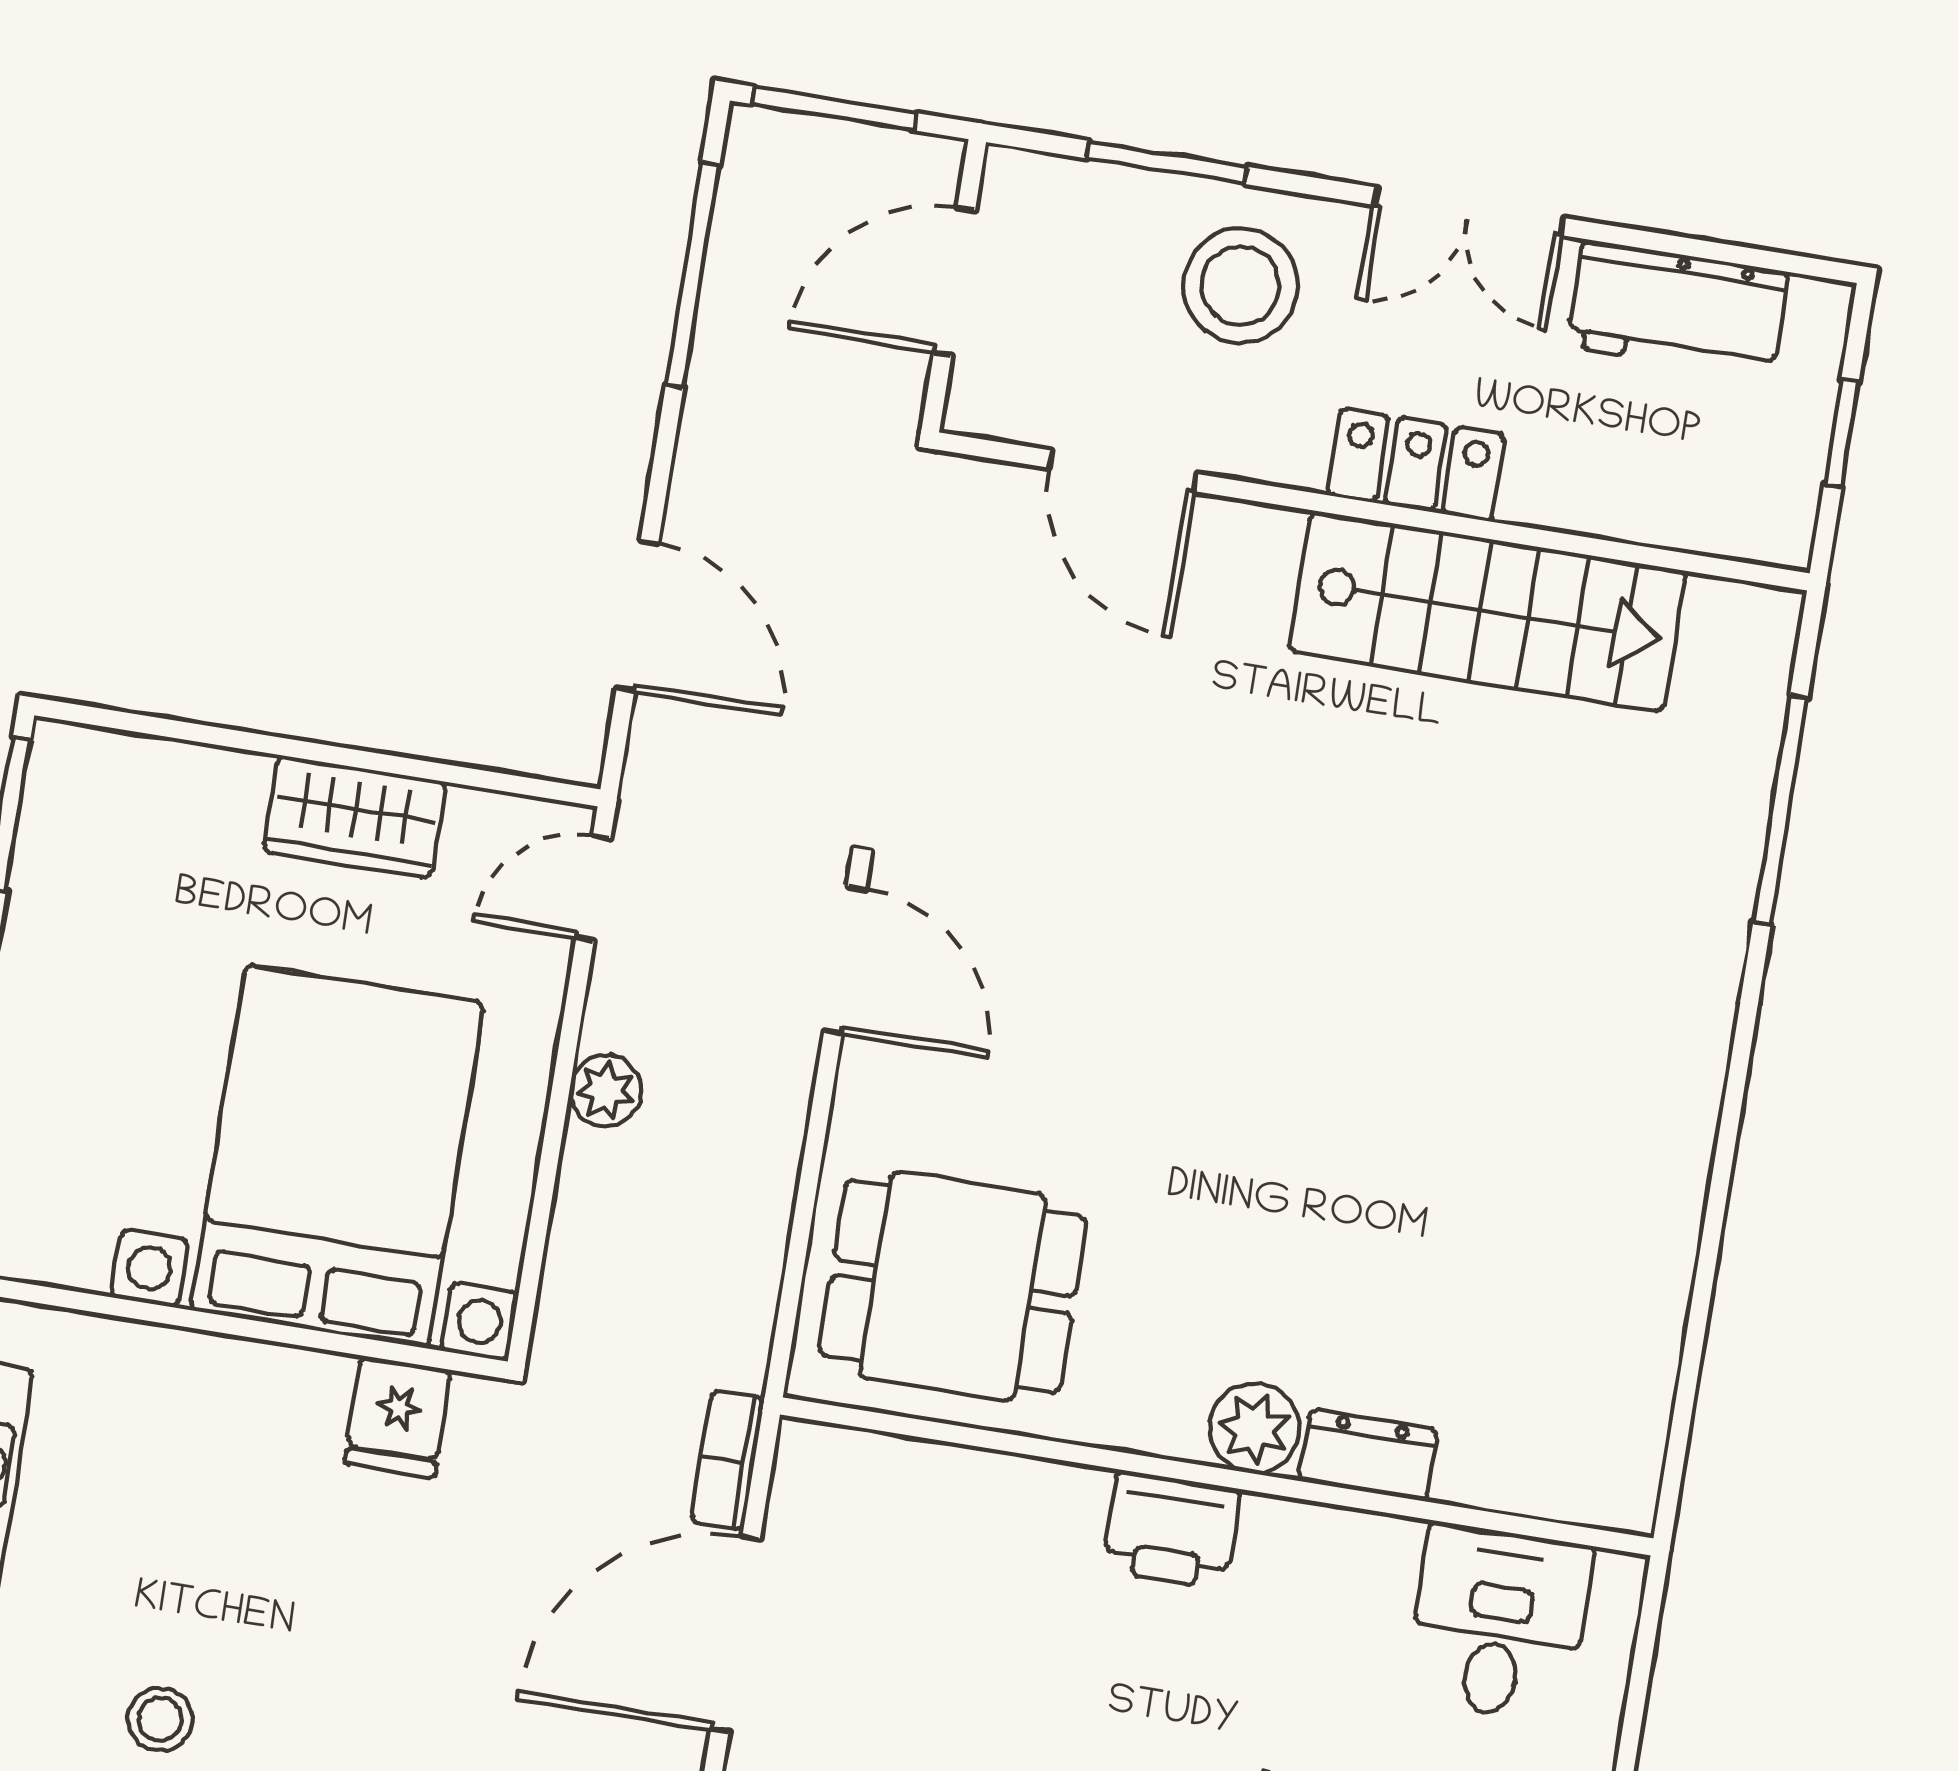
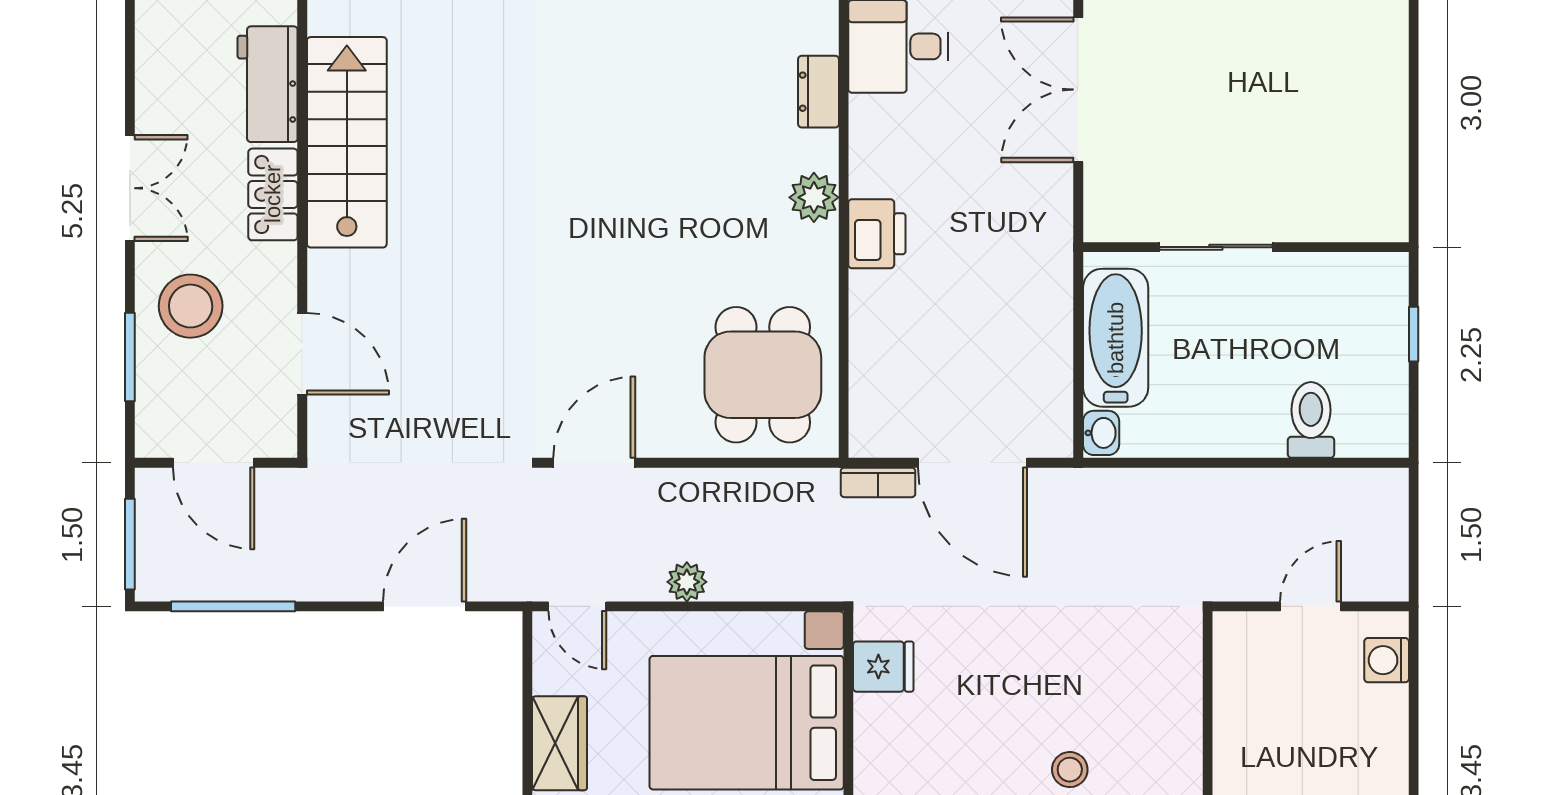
workbench: (1678, 309) -> (268, 84), moved, turned 180
door: (1123, 471) -> (302, 354), hinge flipped
dresser: (1368, 1455) -> (818, 92), moved

